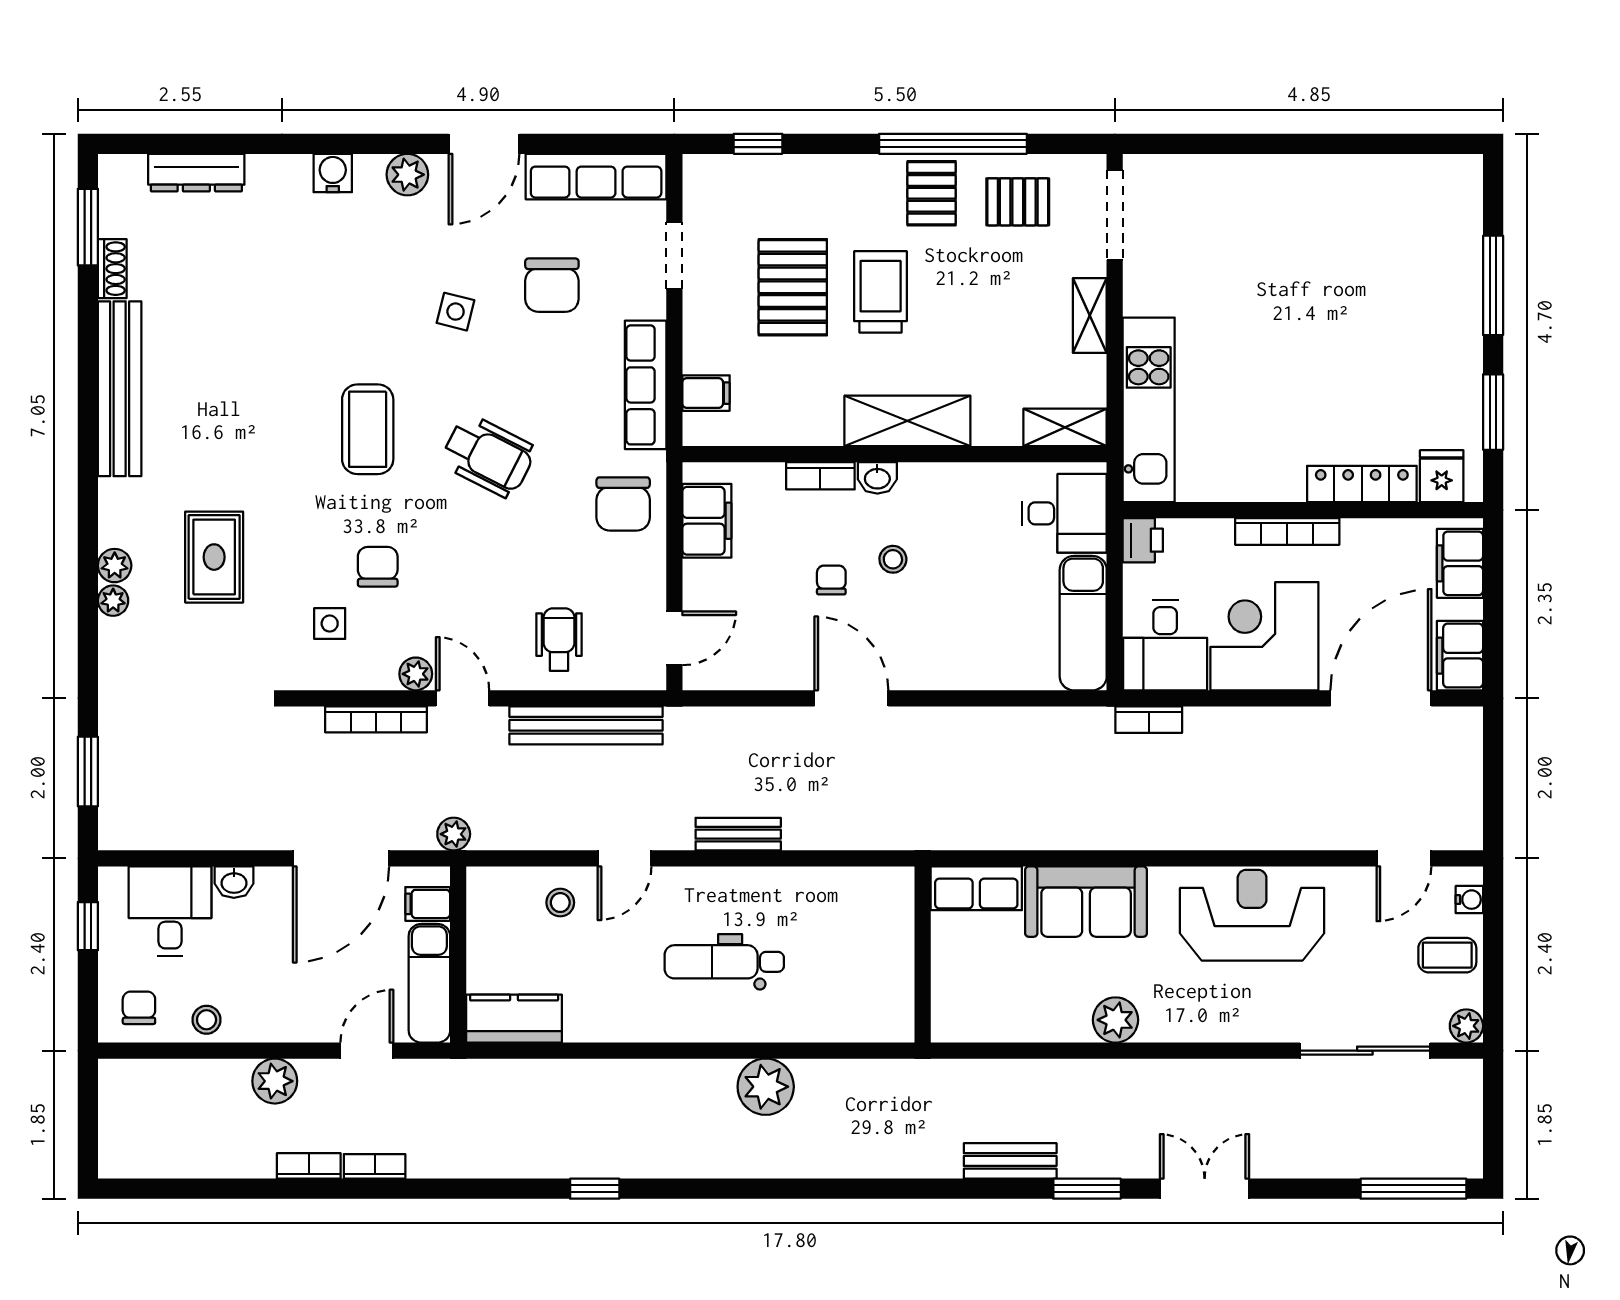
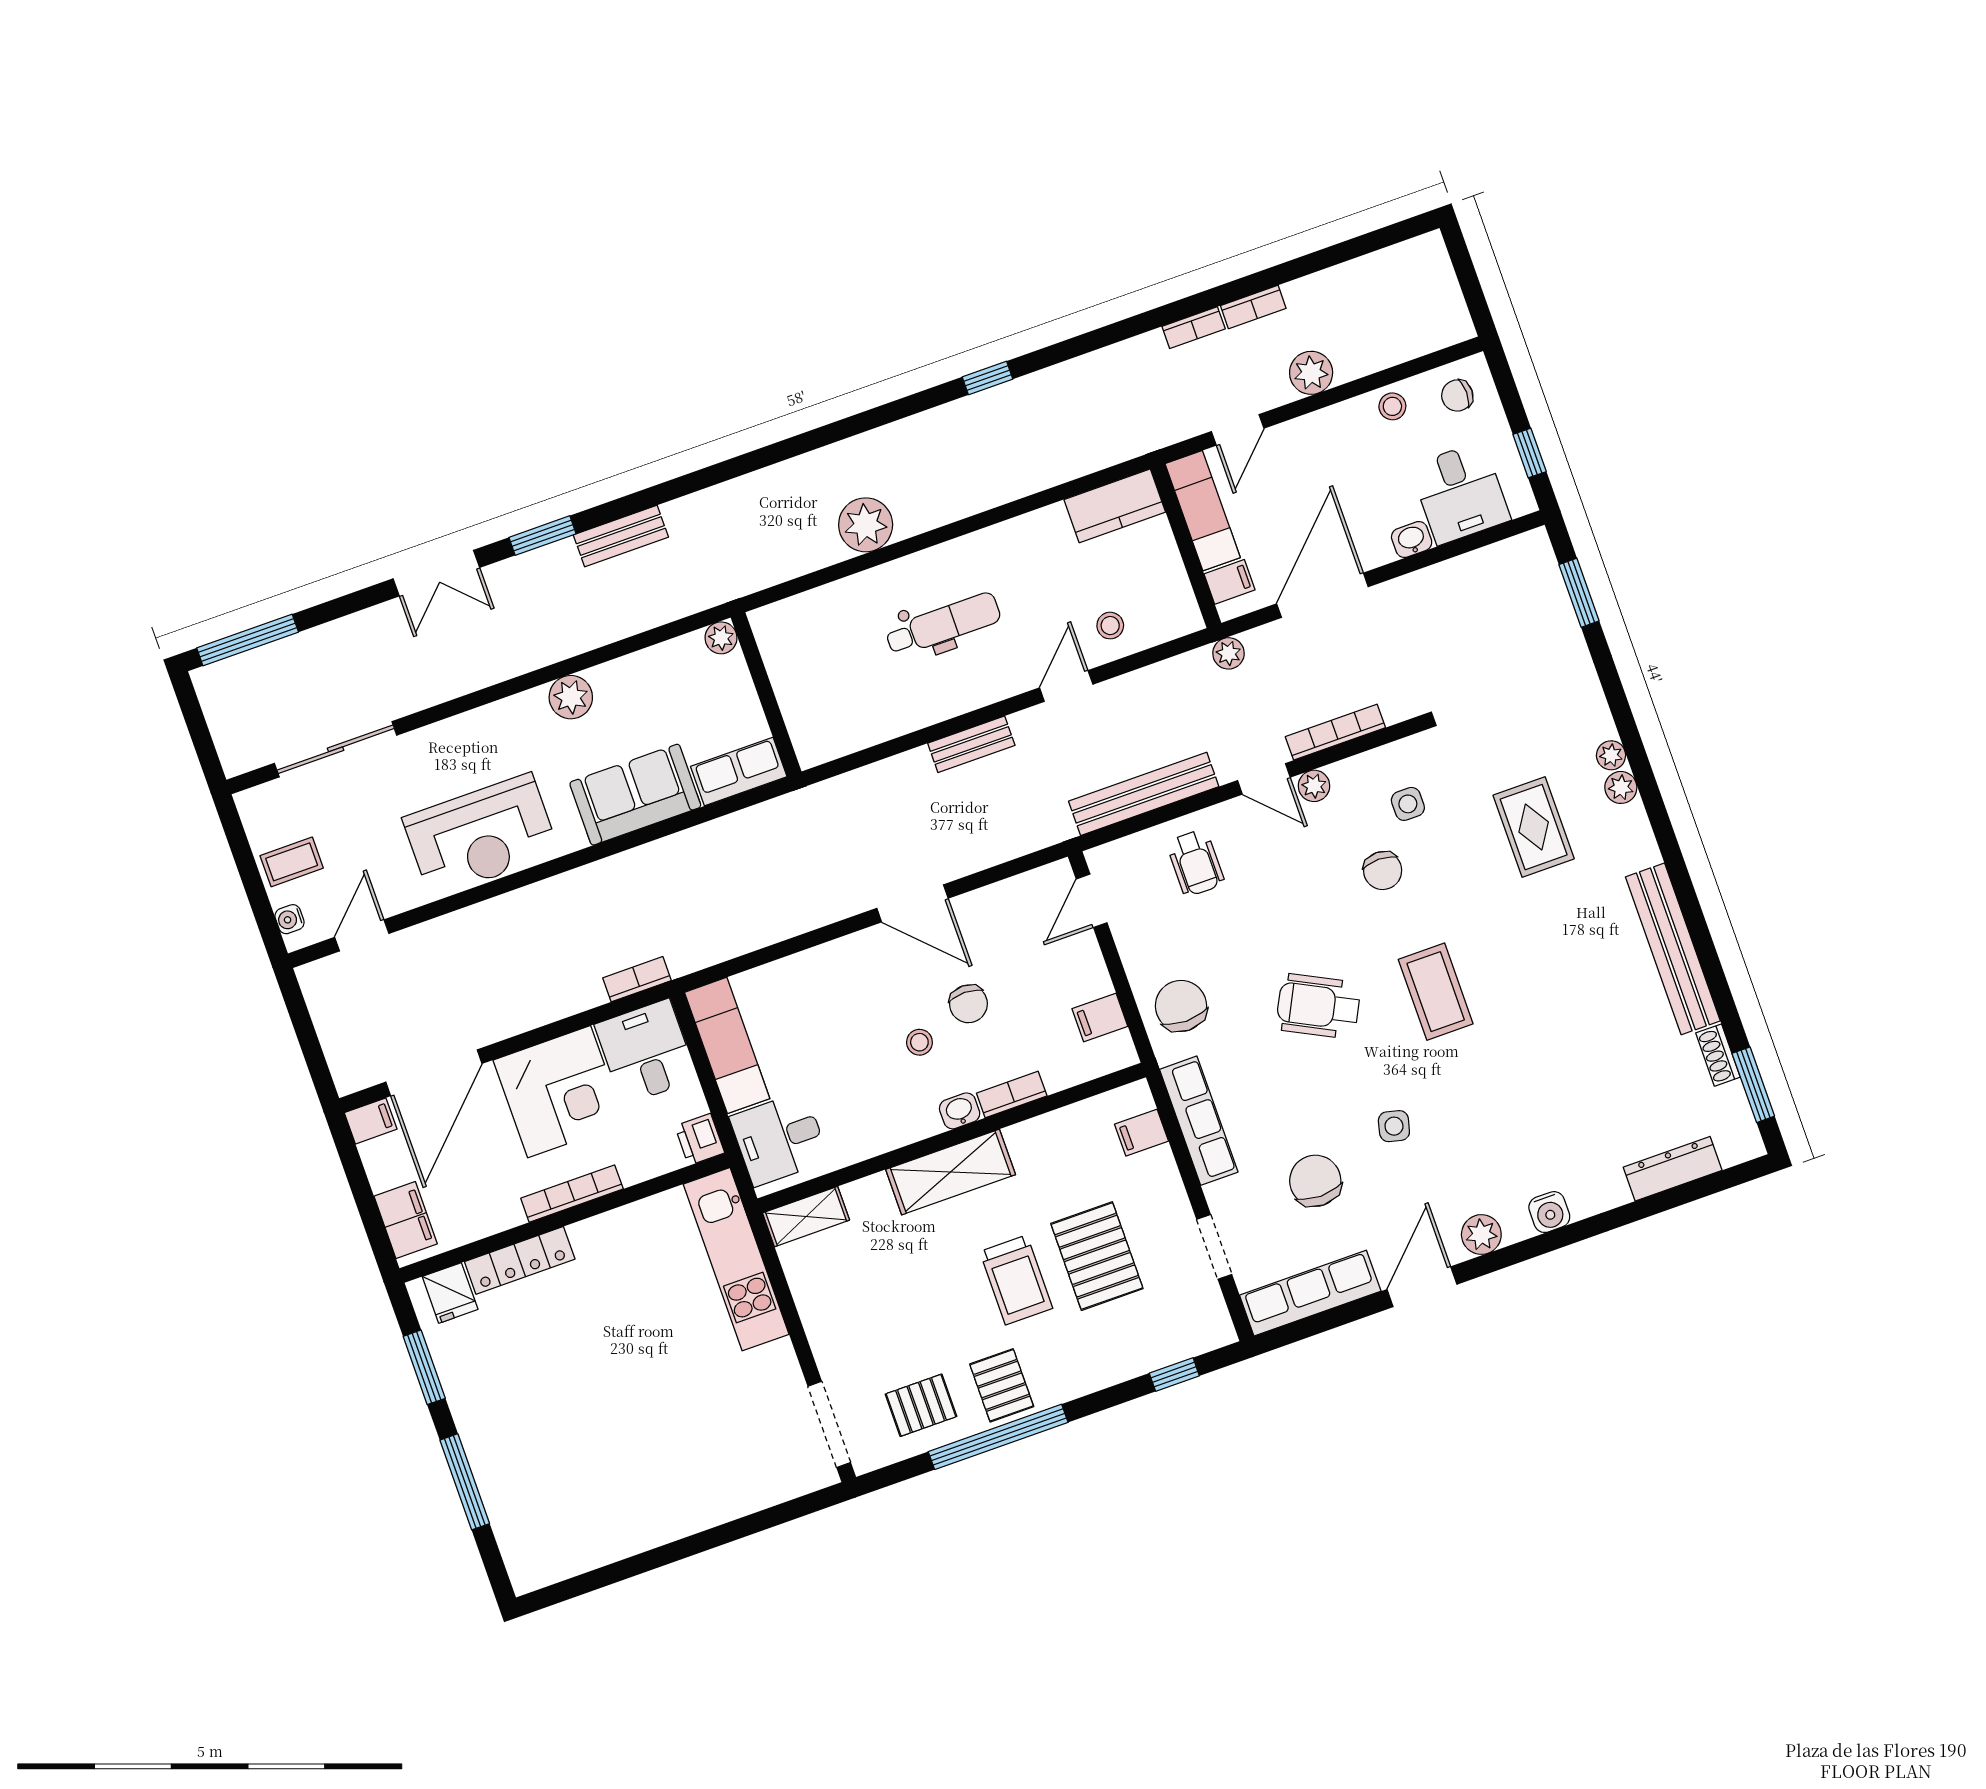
shelving: (1090, 315) -> (819, 1326), removed
filing cabinet: (707, 521) -> (1100, 1018), width x0.50
chair: (831, 580) -> (968, 1004), width x1.37, depth x1.37
filing cabinet: (1460, 656) -> (371, 1121), width x0.50
chair: (139, 1008) -> (1457, 396), turned 90
plant: (1466, 1026) -> (721, 638), moved

